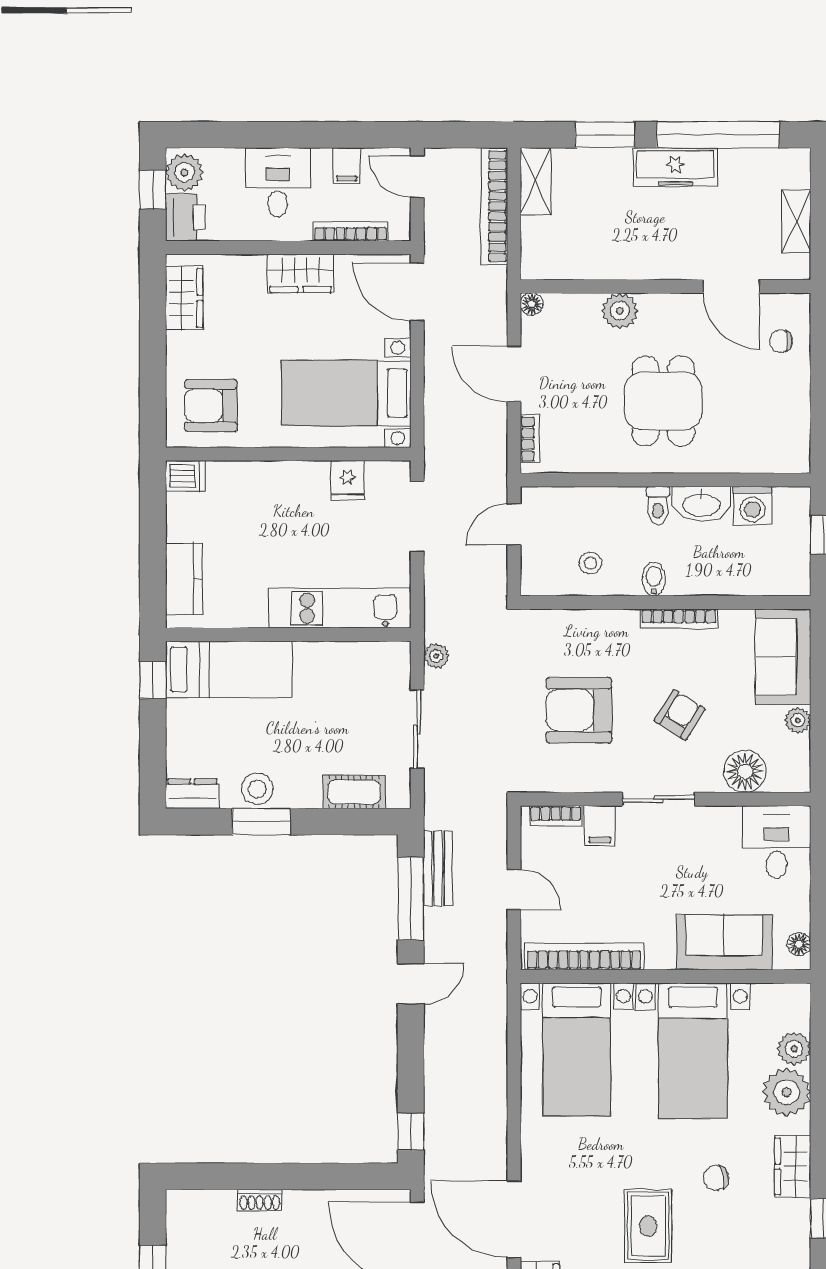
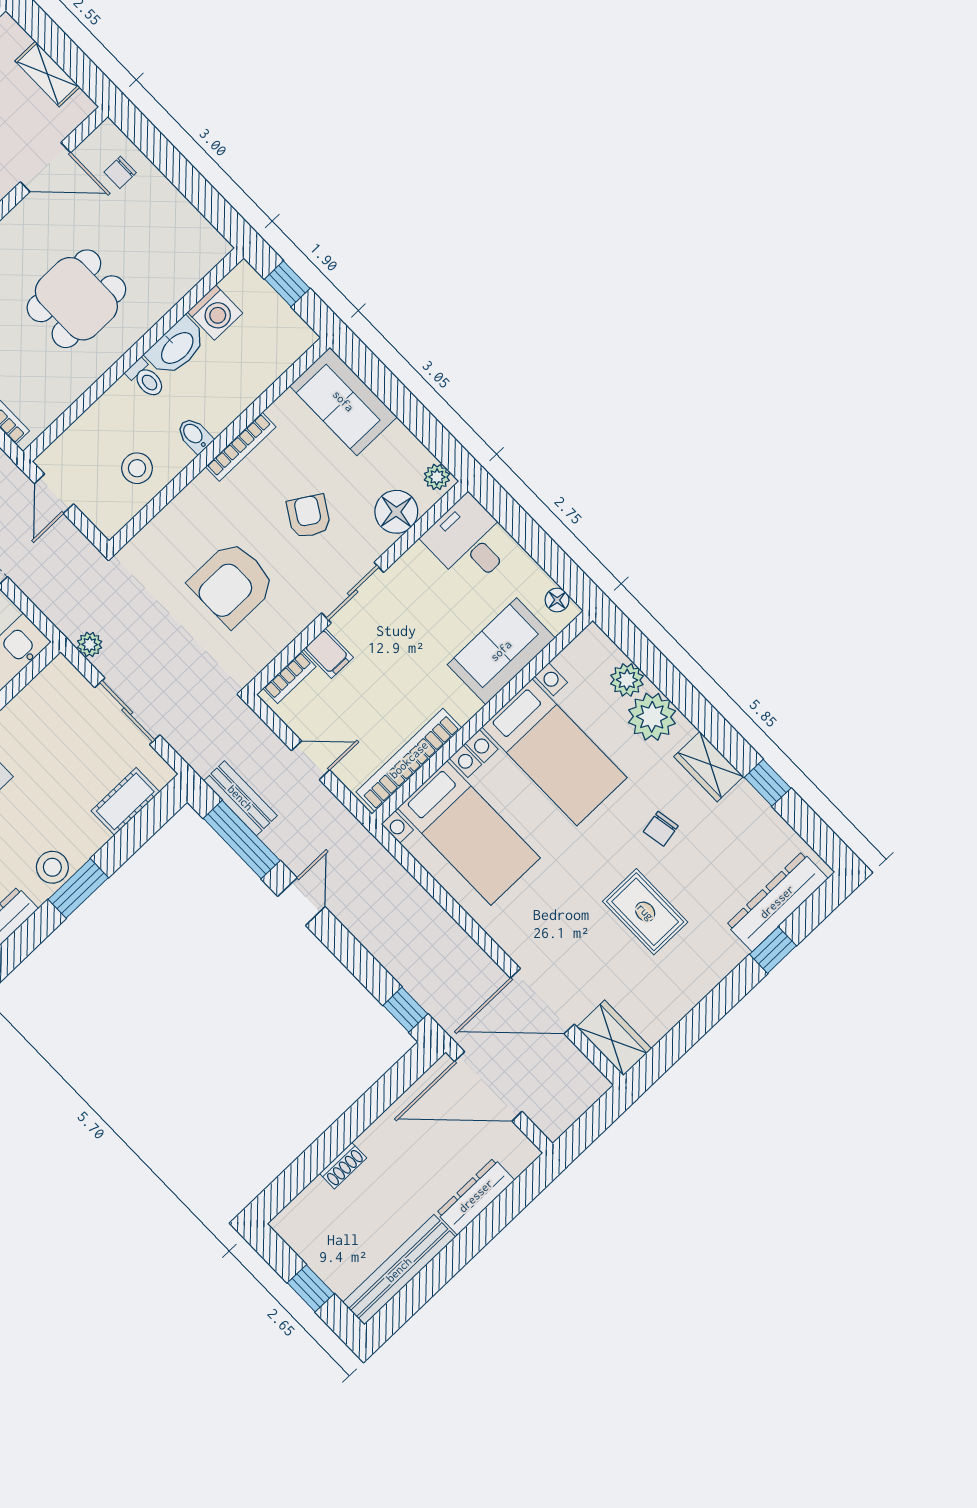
dining table: (663, 401) -> (76, 299), turned 90
stool: (590, 563) -> (137, 468), width x1.37, depth x1.37
plant: (798, 720) -> (437, 477), moved

